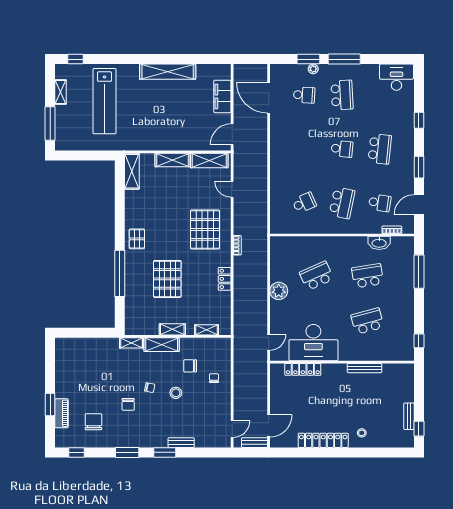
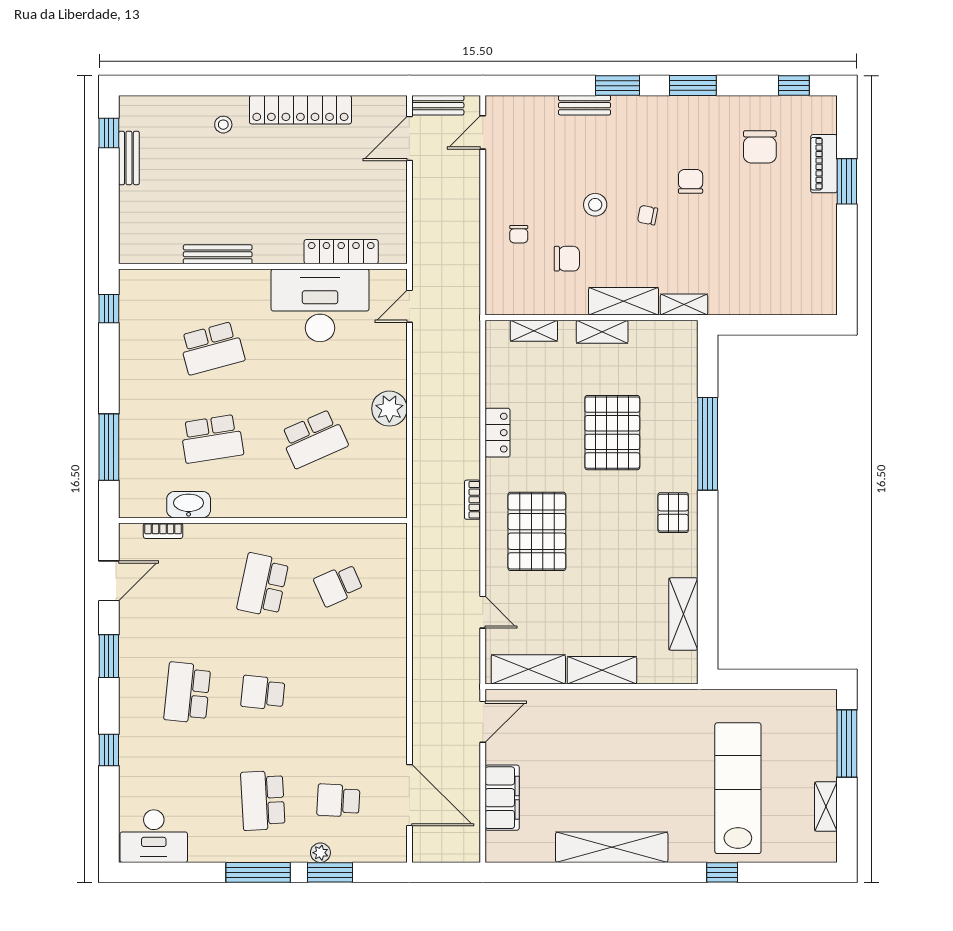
window: (76, 59) -> (722, 872), moved
shelving: (132, 171) -> (683, 614), moved
school desk: (380, 203) -> (187, 585), removed

